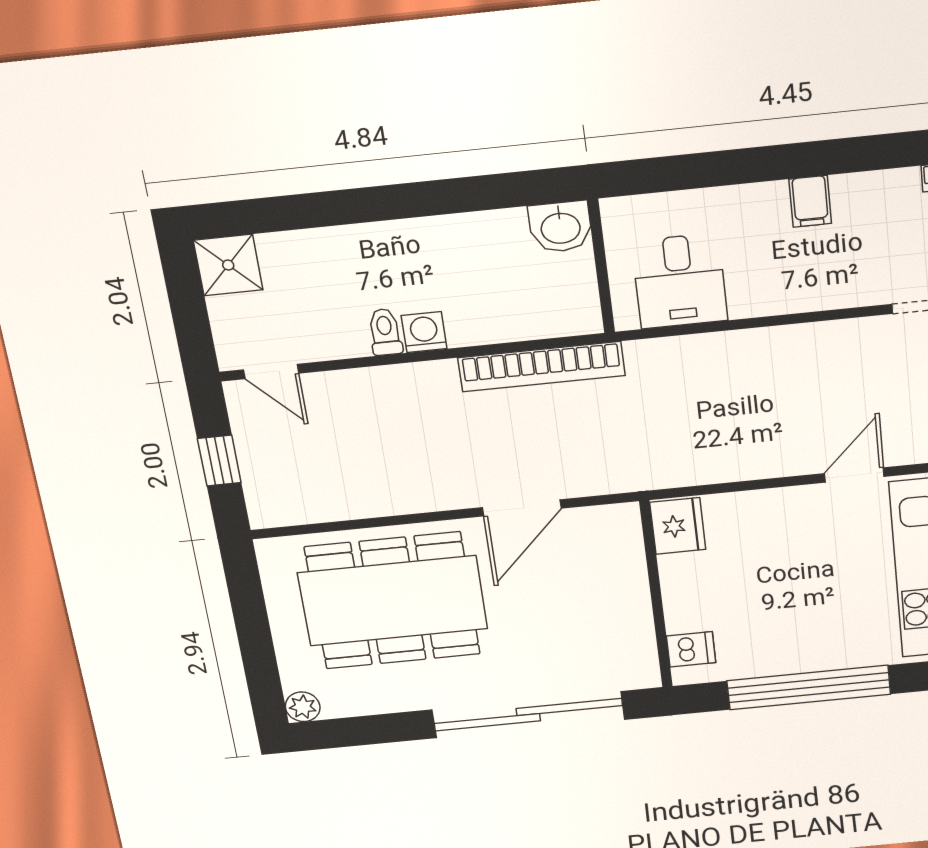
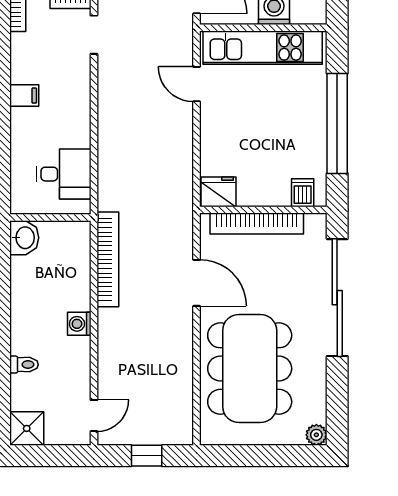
toilet: (385, 332) -> (24, 365), moved, turned 180
bookcase: (632, 588) -> (257, 223), added

